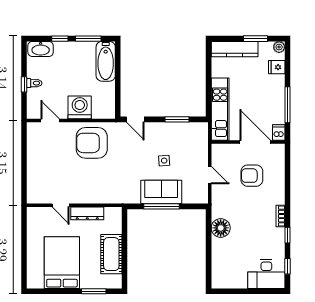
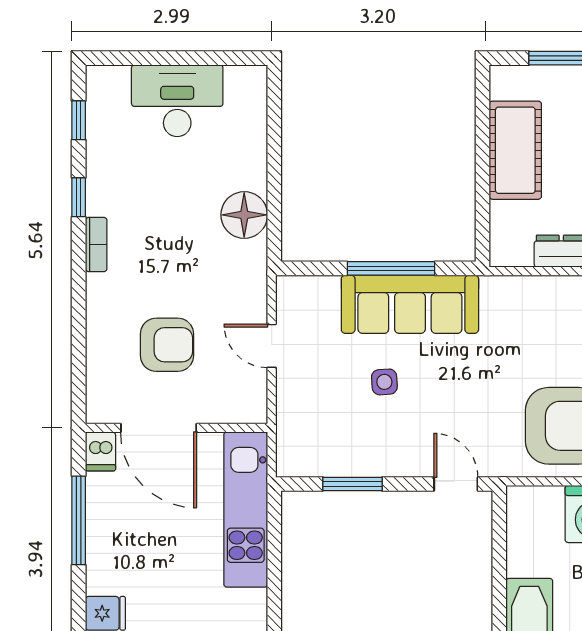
sofa: (161, 192) -> (410, 304), width x1.36
desk: (266, 274) -> (177, 101), moved

